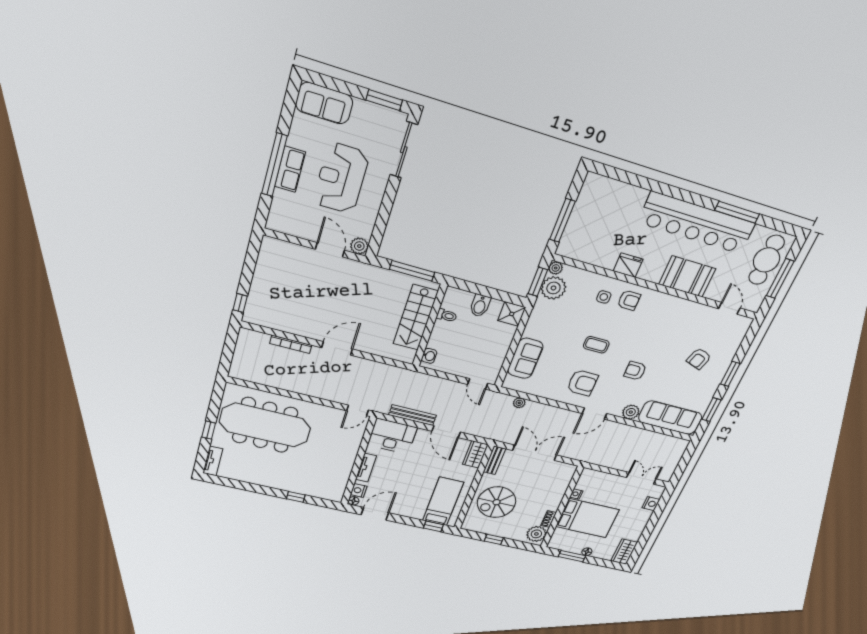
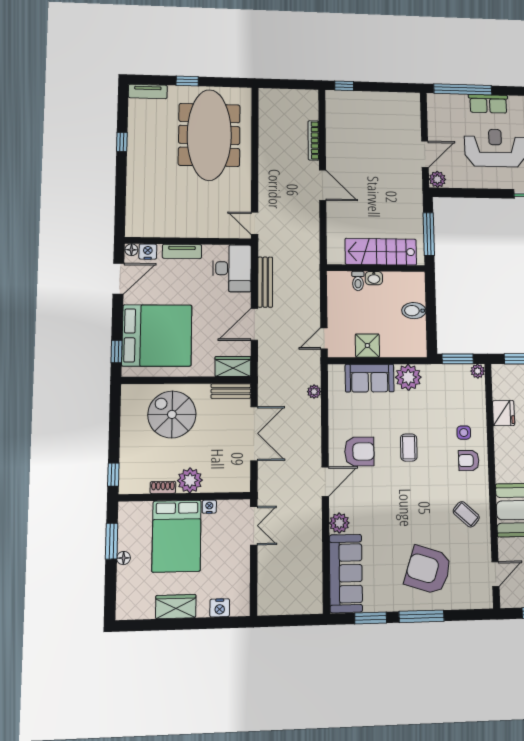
window: (274, 165) -> (463, 89), moved
fridge: (628, 265) -> (504, 413), moved
plant: (553, 288) -> (408, 377), moved
armchair: (629, 300) -> (469, 460), turned 90
shower: (512, 314) -> (367, 346), moved
toilet: (447, 315) -> (358, 281), moved
coffee table: (671, 316) -> (466, 514), added
washbasin: (429, 356) -> (374, 278), moved
armchair: (699, 359) -> (428, 570), width x1.88, depth x1.88
armchair: (635, 371) -> (392, 504), removed
window: (730, 374) -> (421, 616), width x1.44
armchair: (582, 383) -> (359, 452), turned -90
door: (594, 414) -> (325, 482), swing flipped
double door: (641, 478) -> (254, 526), moved
window: (296, 497) -> (122, 142), moved
bed: (443, 501) -> (157, 335), width x2.04
door: (375, 514) -> (118, 279), hinge flipped
plant: (536, 534) -> (190, 480), moved
window: (494, 539) -> (113, 475), moved
wardrobe: (624, 552) -> (176, 607), moved

